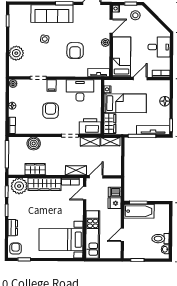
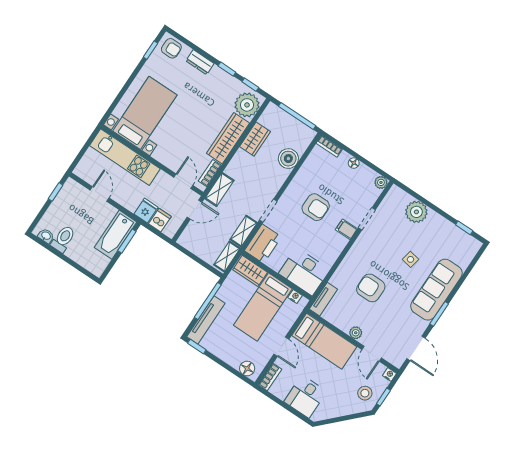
desk: (80, 90) -> (304, 272), moved, turned 90
floor lamp: (165, 101) -> (247, 369), moved
door: (96, 177) -> (195, 210), hinge flipped

